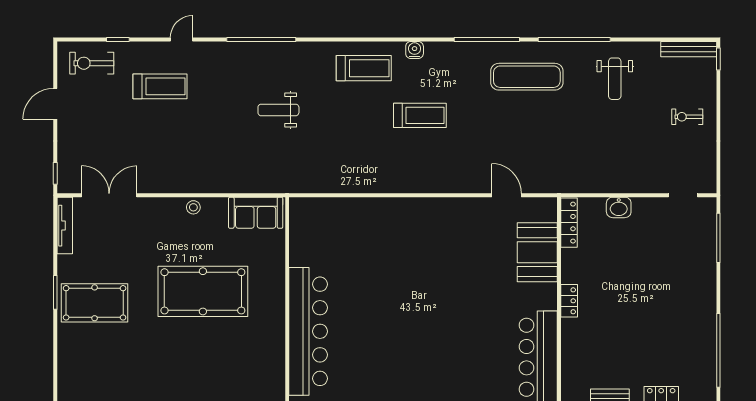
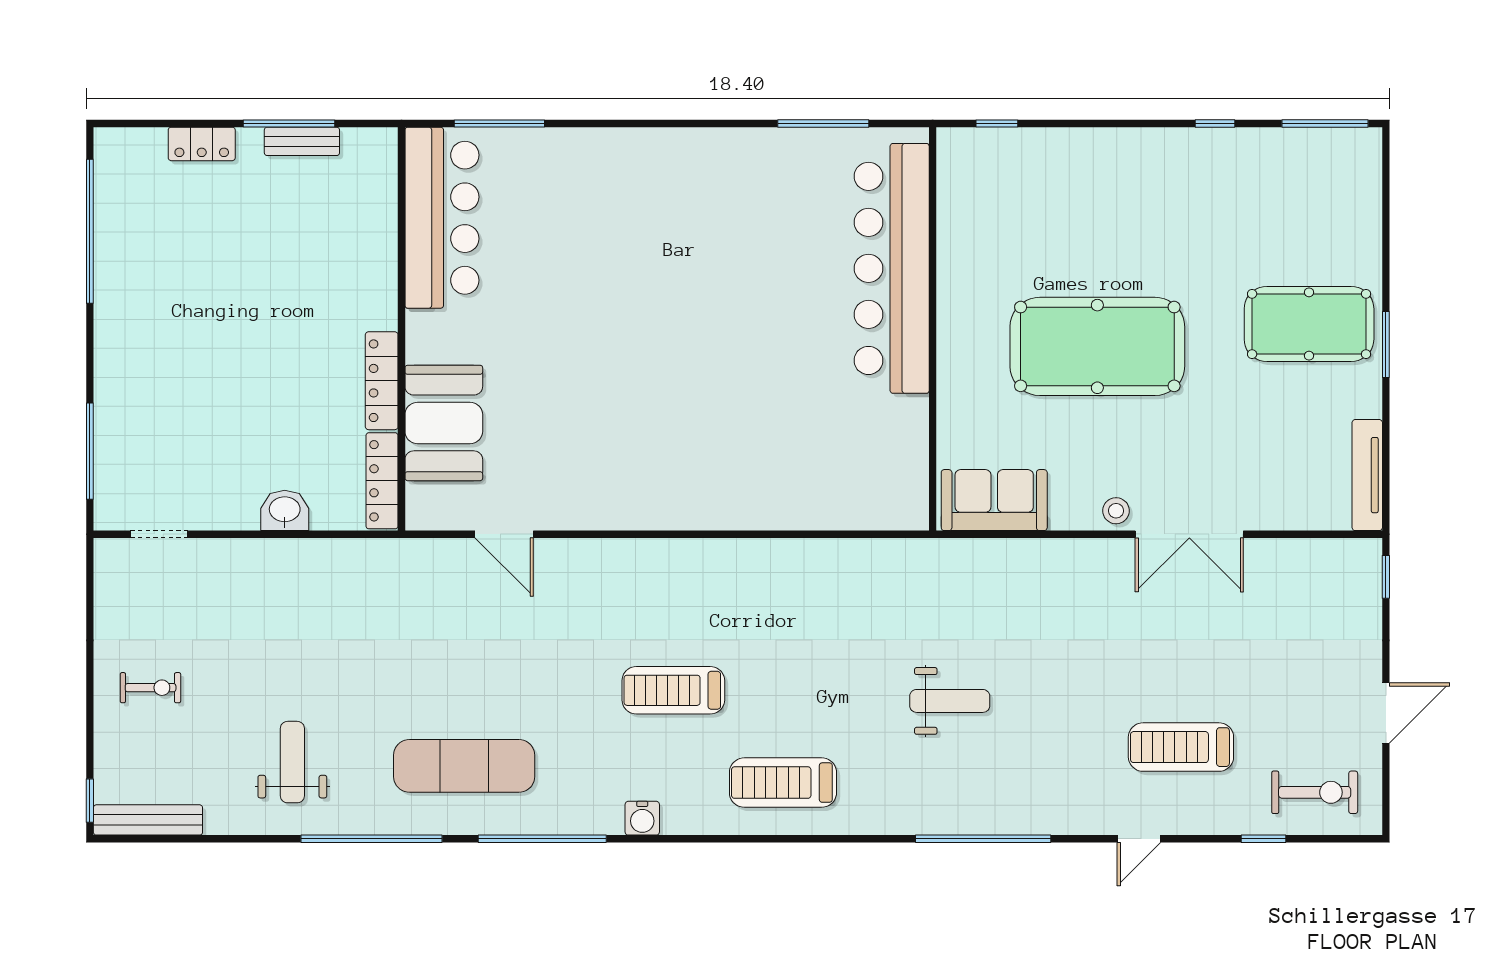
water cooler: (415, 50) -> (642, 818), moved
double door: (109, 195) -> (1189, 534), moved
locker: (569, 301) -> (382, 381), moved, width x1.53

